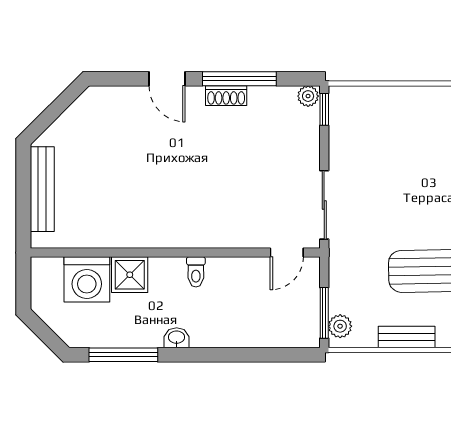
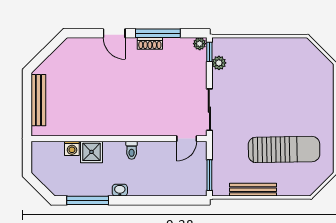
washing machine: (87, 279) -> (72, 148), width x0.53, depth x0.53
plant: (340, 326) -> (219, 63), moved
bench: (407, 337) -> (253, 190), width x1.36

